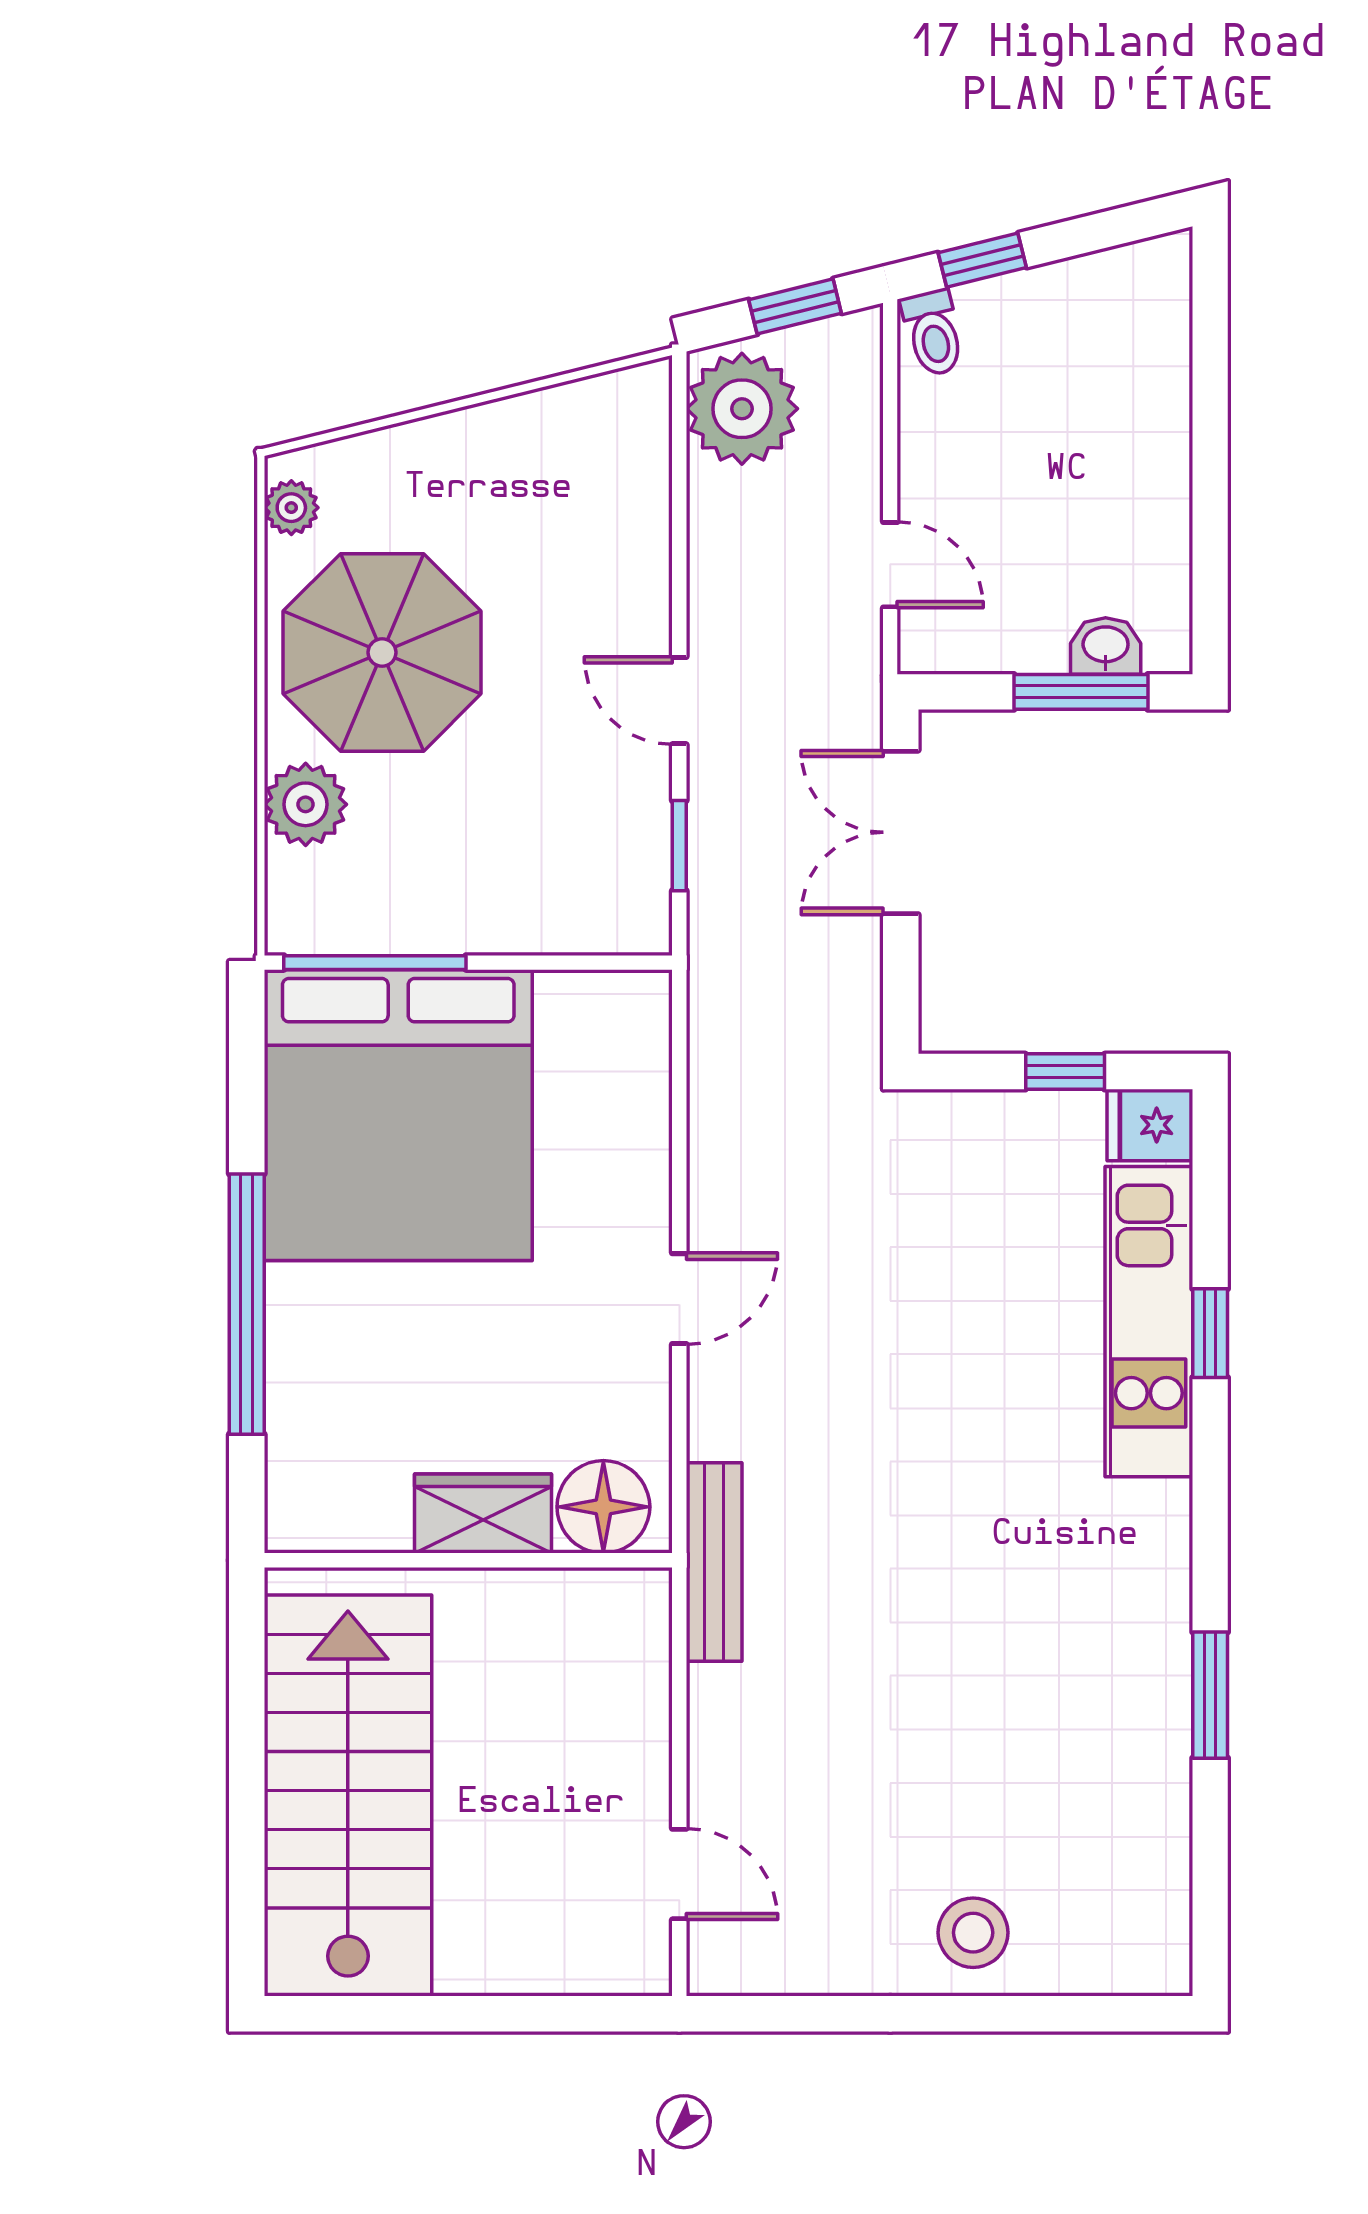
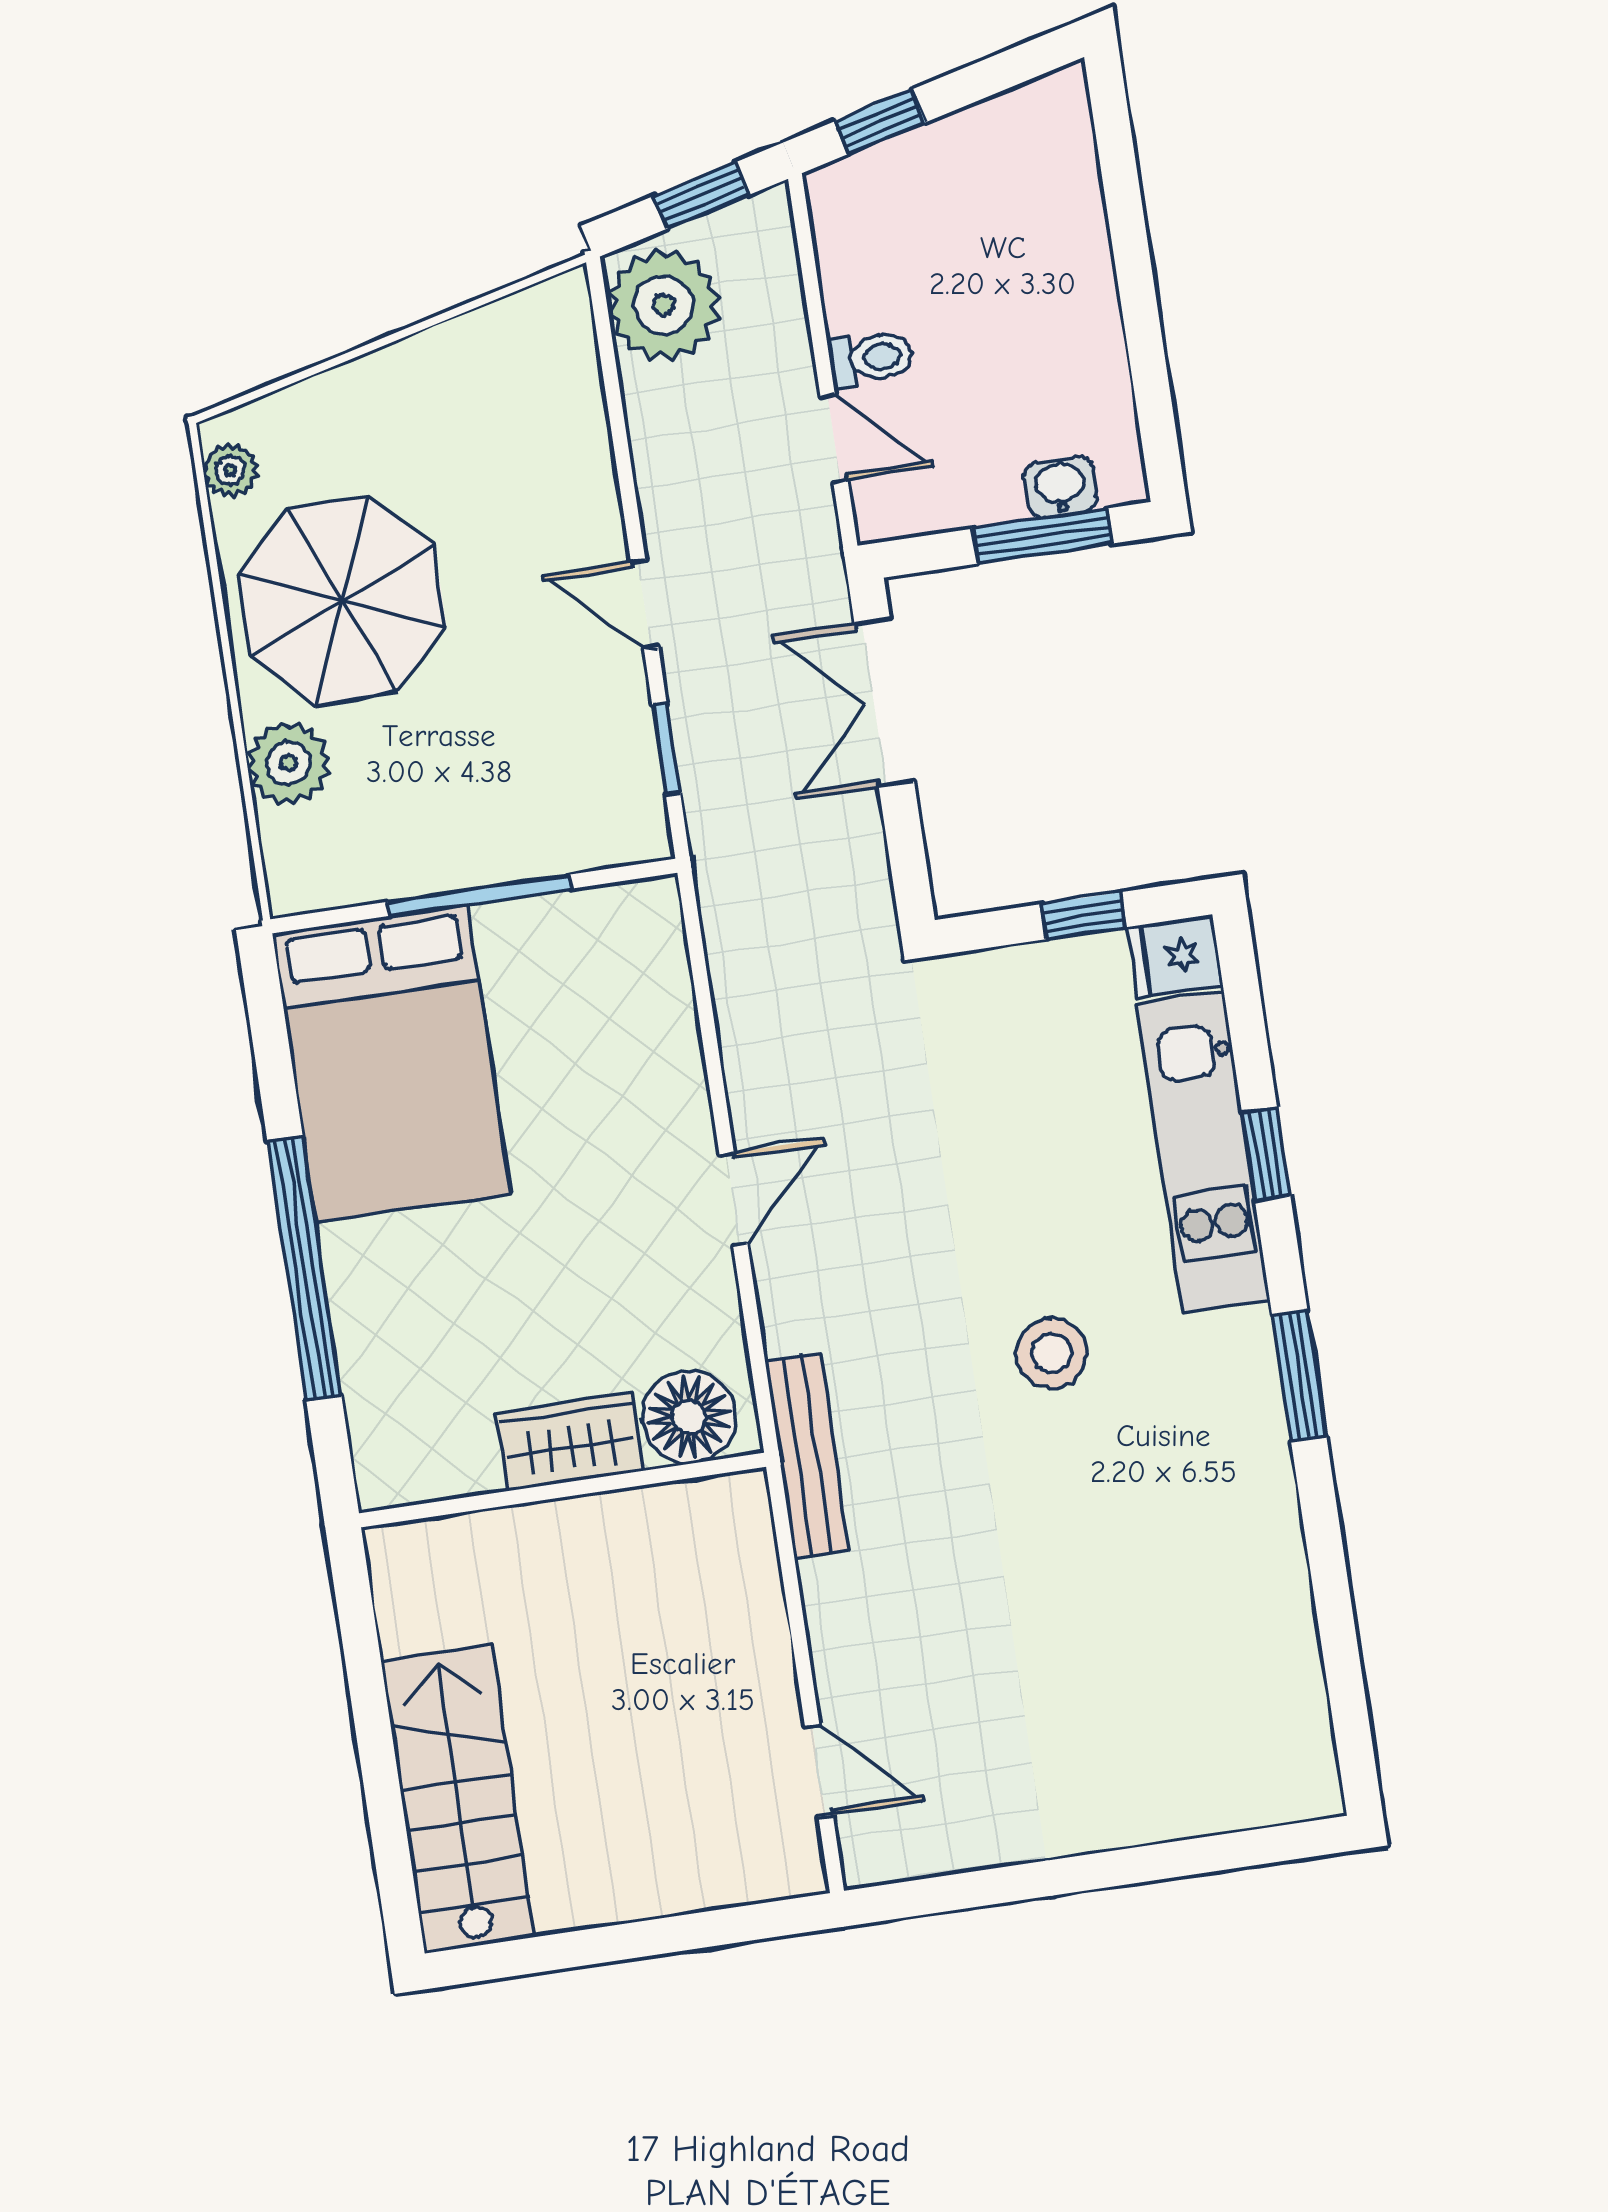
toilet: (933, 333) -> (871, 358), moved, turned -76
window: (375, 963) -> (479, 895), moved
bed: (398, 1115) -> (391, 1063), width x0.73
window: (1210, 1695) -> (1299, 1376), moved
stairs: (348, 1796) -> (458, 1799), width x0.73, depth x0.66
stool: (973, 1933) -> (1052, 1353), moved

